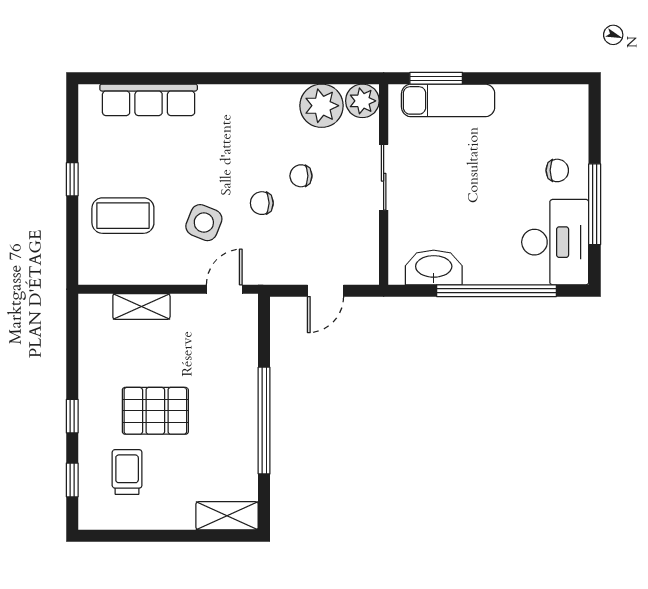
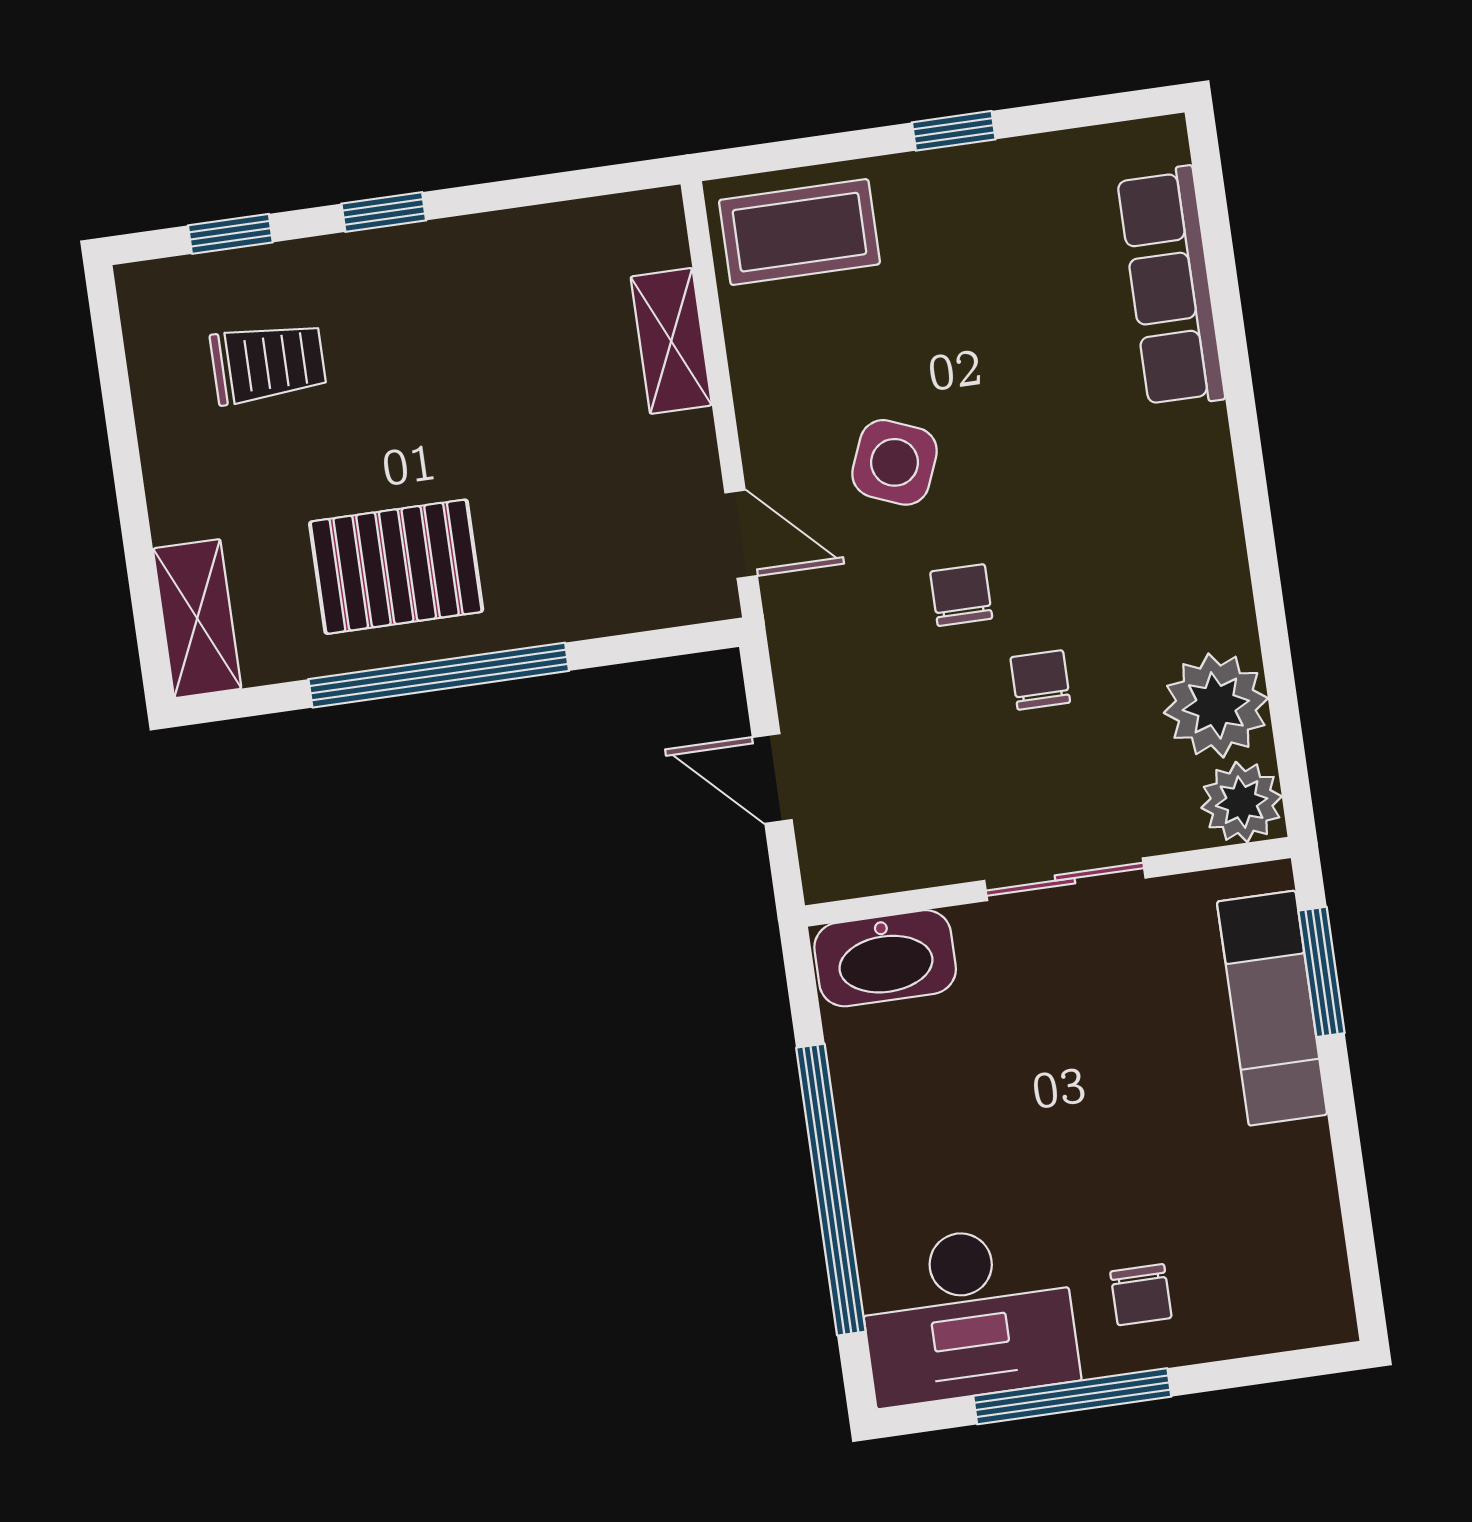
coffee table: (123, 216) -> (799, 232), moved, turned 90
washbasin: (434, 267) -> (885, 958), moved, turned 90
pallet: (155, 411) -> (396, 567), moved, turned 90

